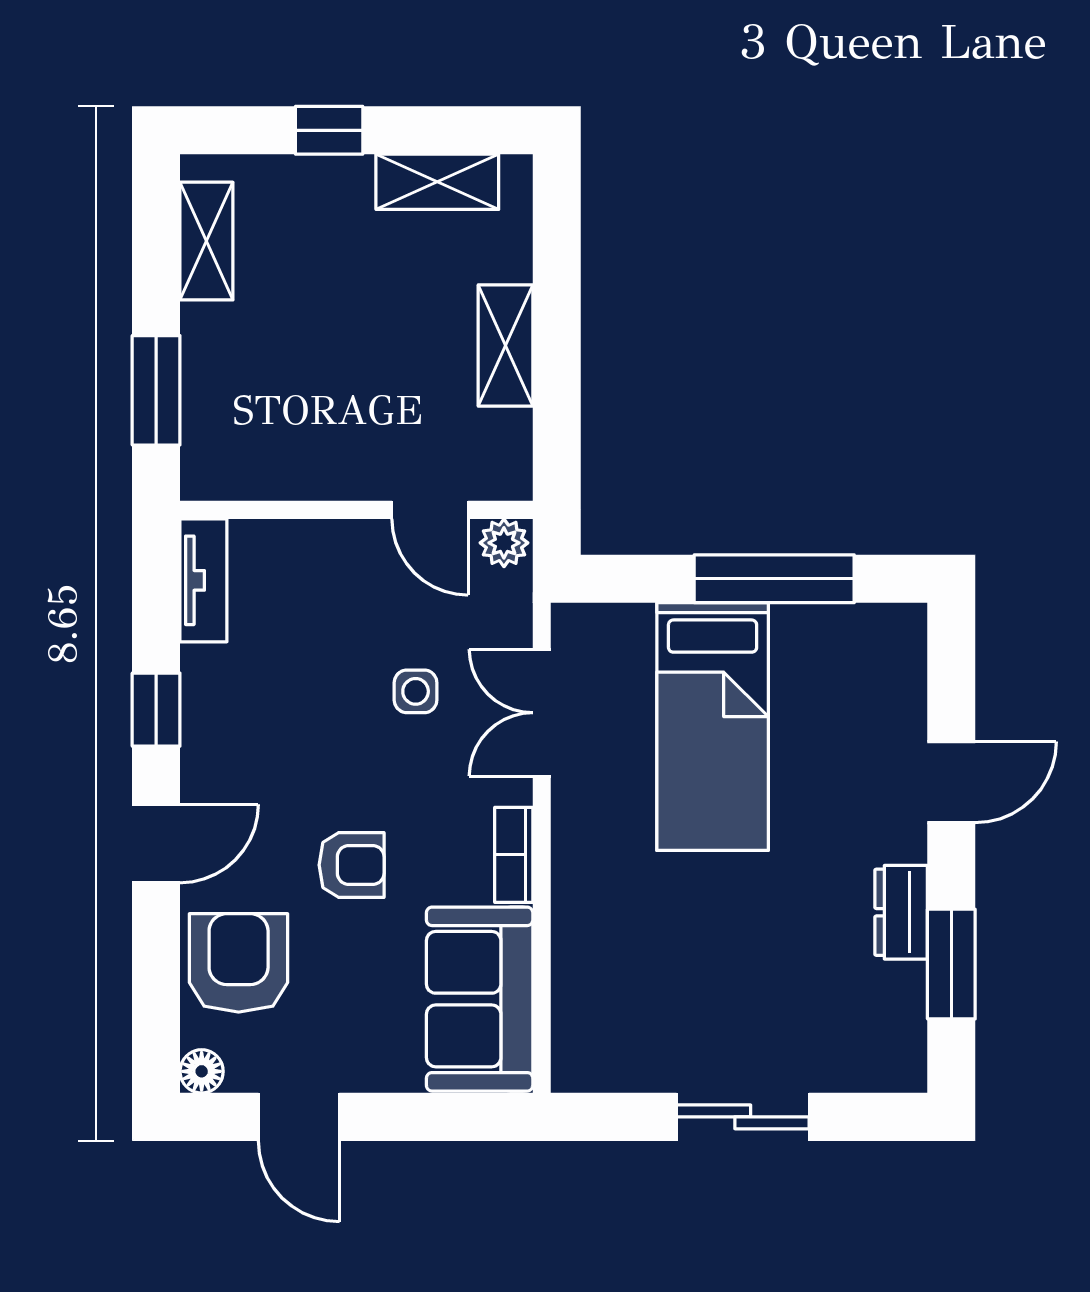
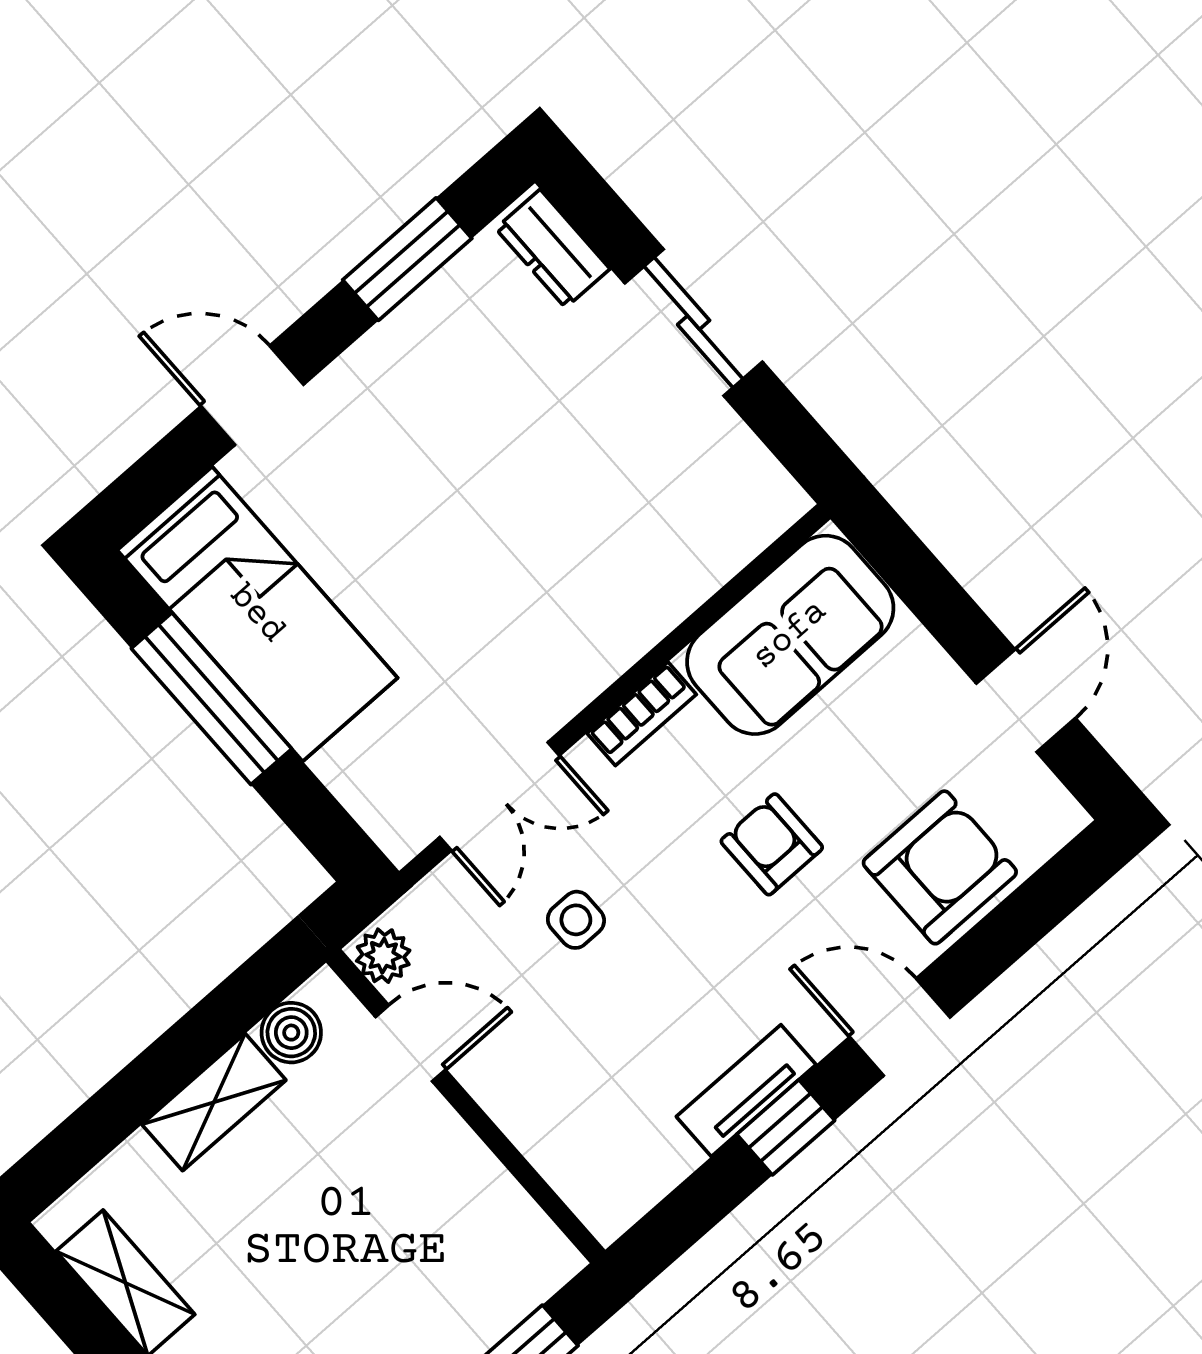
boiler: (507, 437) -> (291, 1033), added
door: (430, 510) -> (410, 1043), hinge flipped
tv unit: (203, 580) -> (746, 1091), moved
bed: (713, 727) -> (257, 614), moved, turned 90
dresser: (901, 912) -> (553, 249), moved, turned 90
armchair: (239, 963) -> (940, 867), turned 180
floor lamp: (202, 1071) -> (1060, 818), removed

